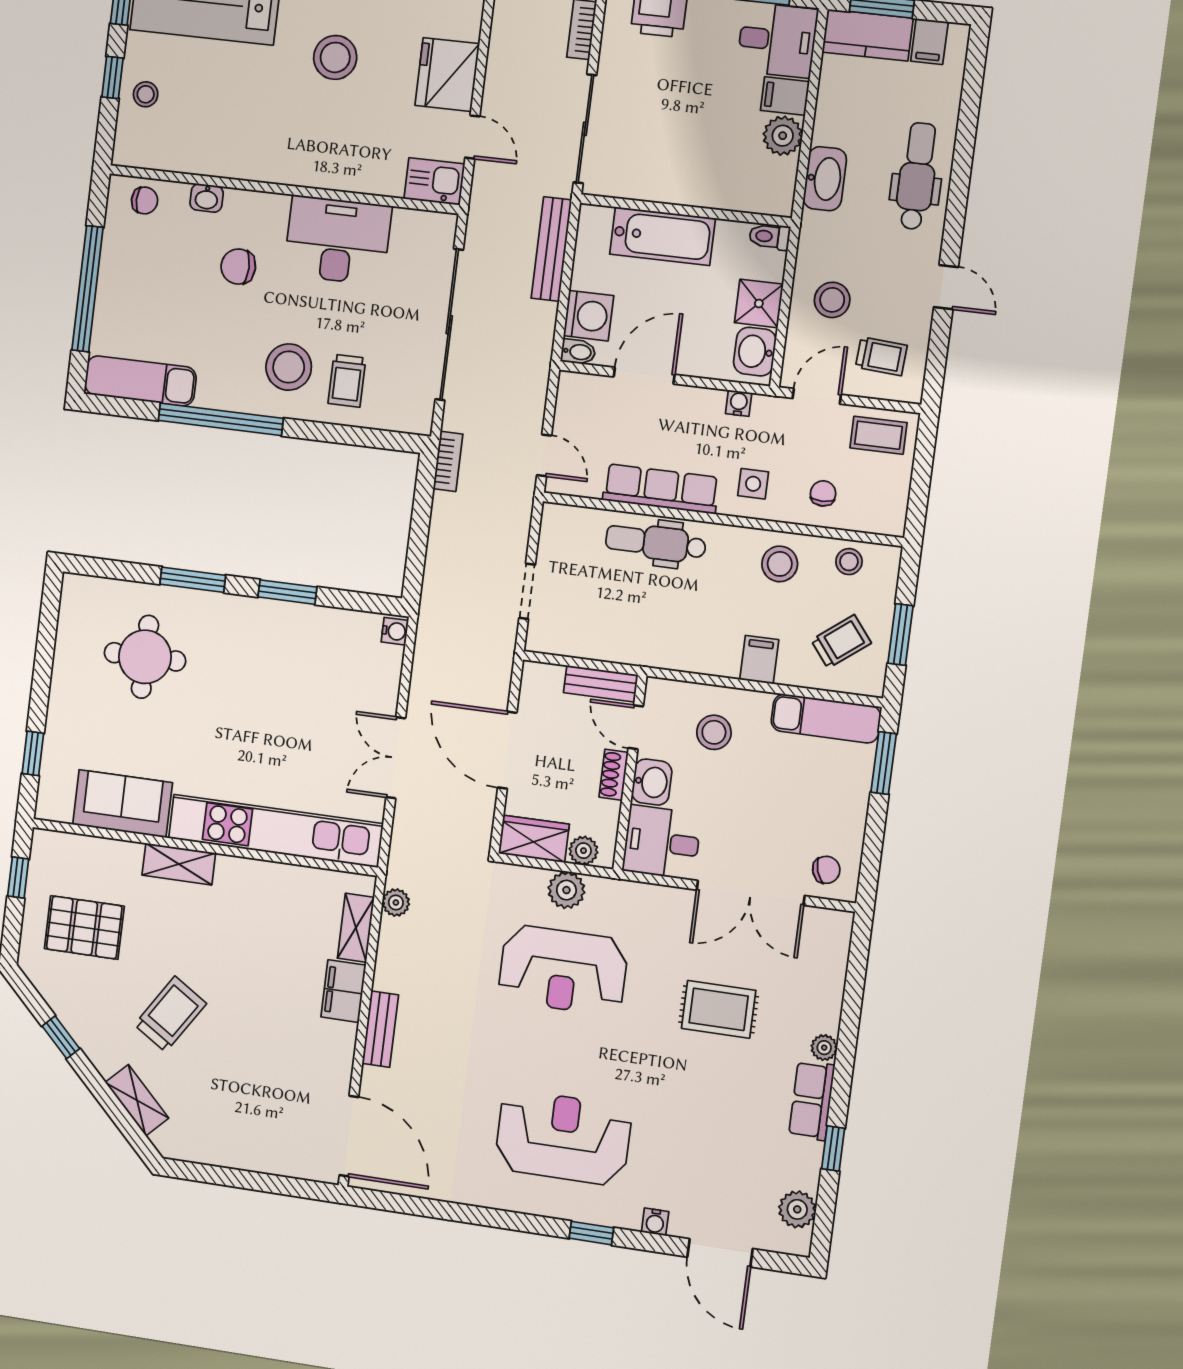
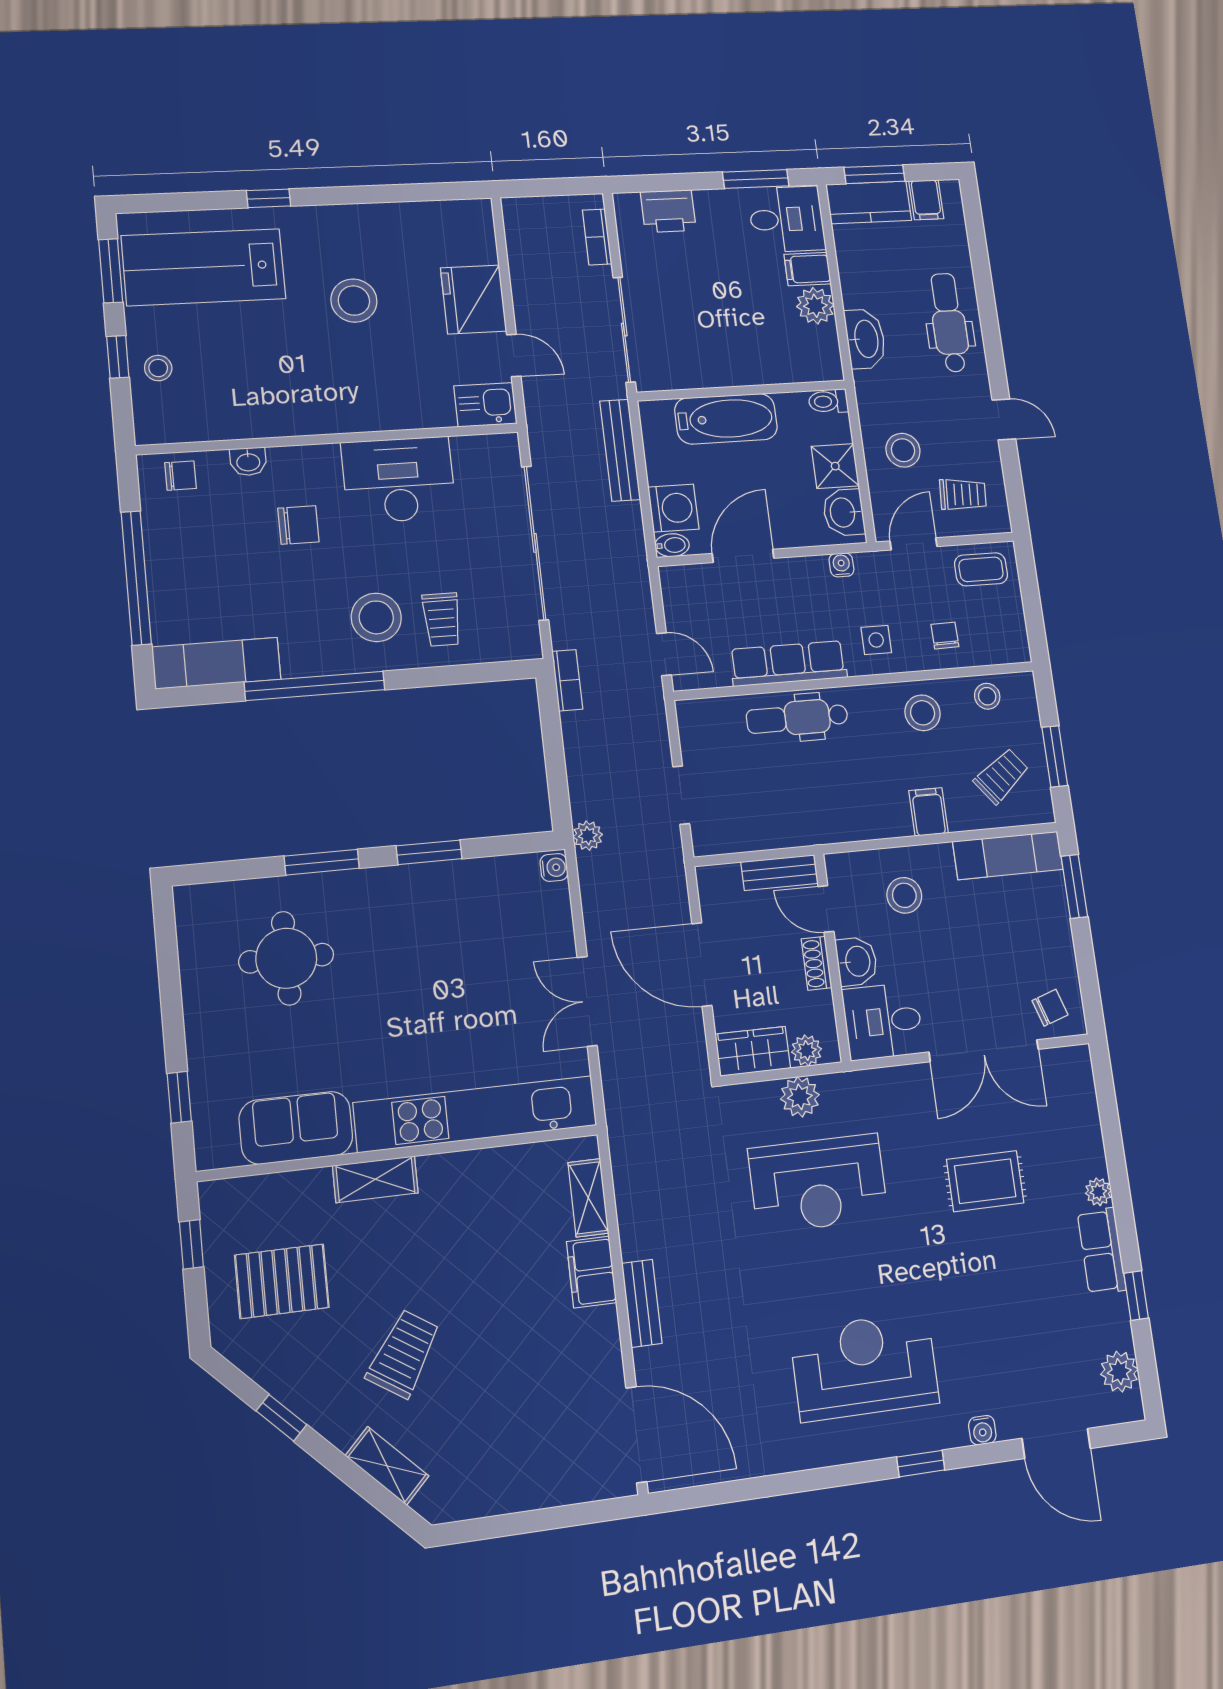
chair: (238, 267) -> (298, 525), turned 180
plant: (396, 903) -> (588, 836), moved

